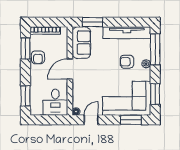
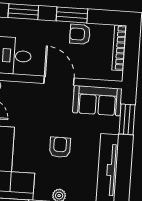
window: (26, 48) -> (72, 15), moved
armchair: (127, 62) -> (60, 147), moved

